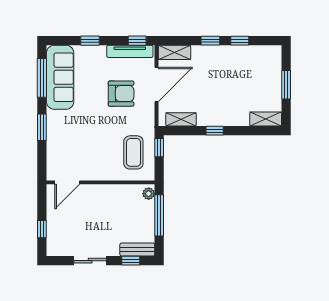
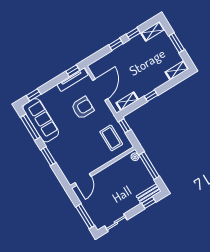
window: (90, 41) -> (34, 95), moved
shelving: (174, 52) -> (153, 31), moved
window: (42, 229) -> (85, 216), width x2.17
sliding door: (90, 261) -> (116, 223), moved

